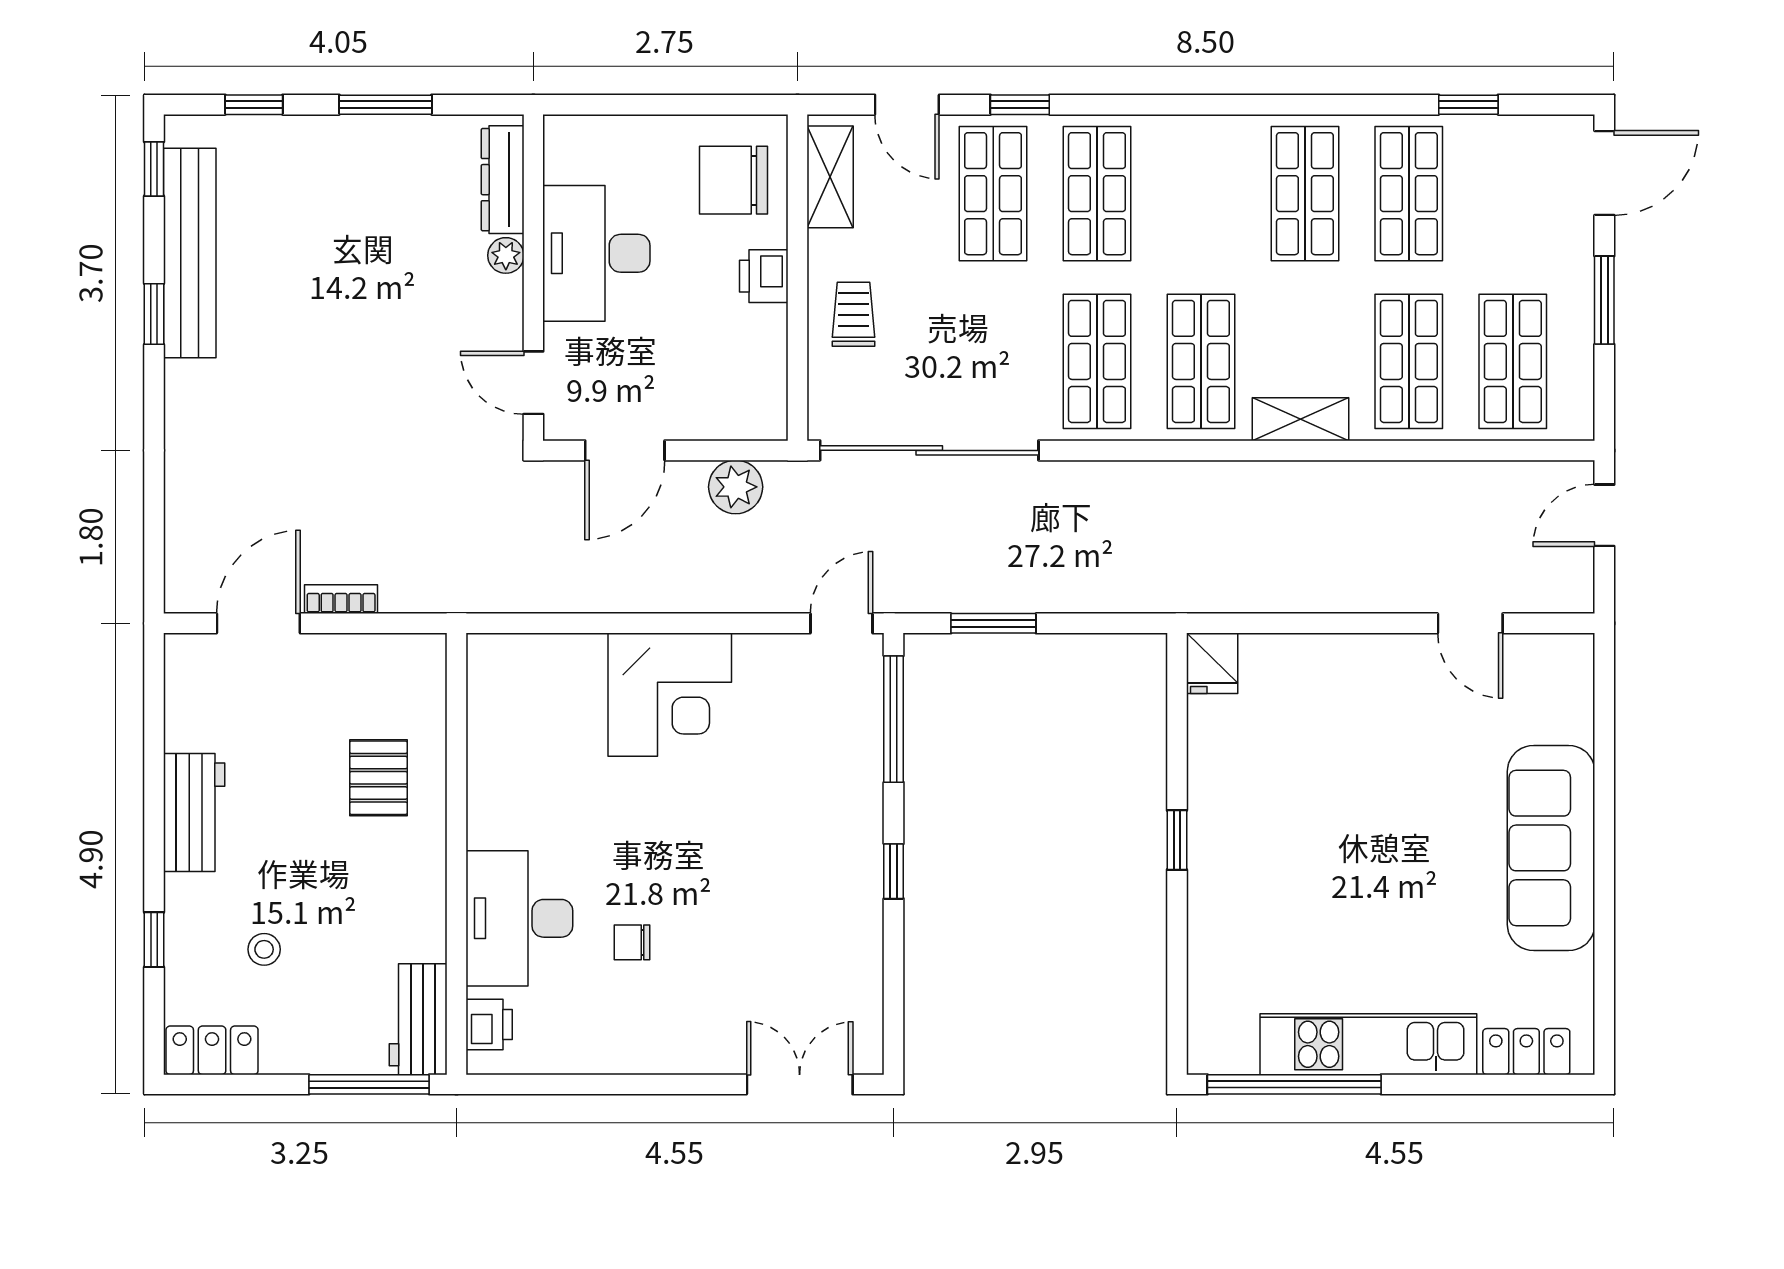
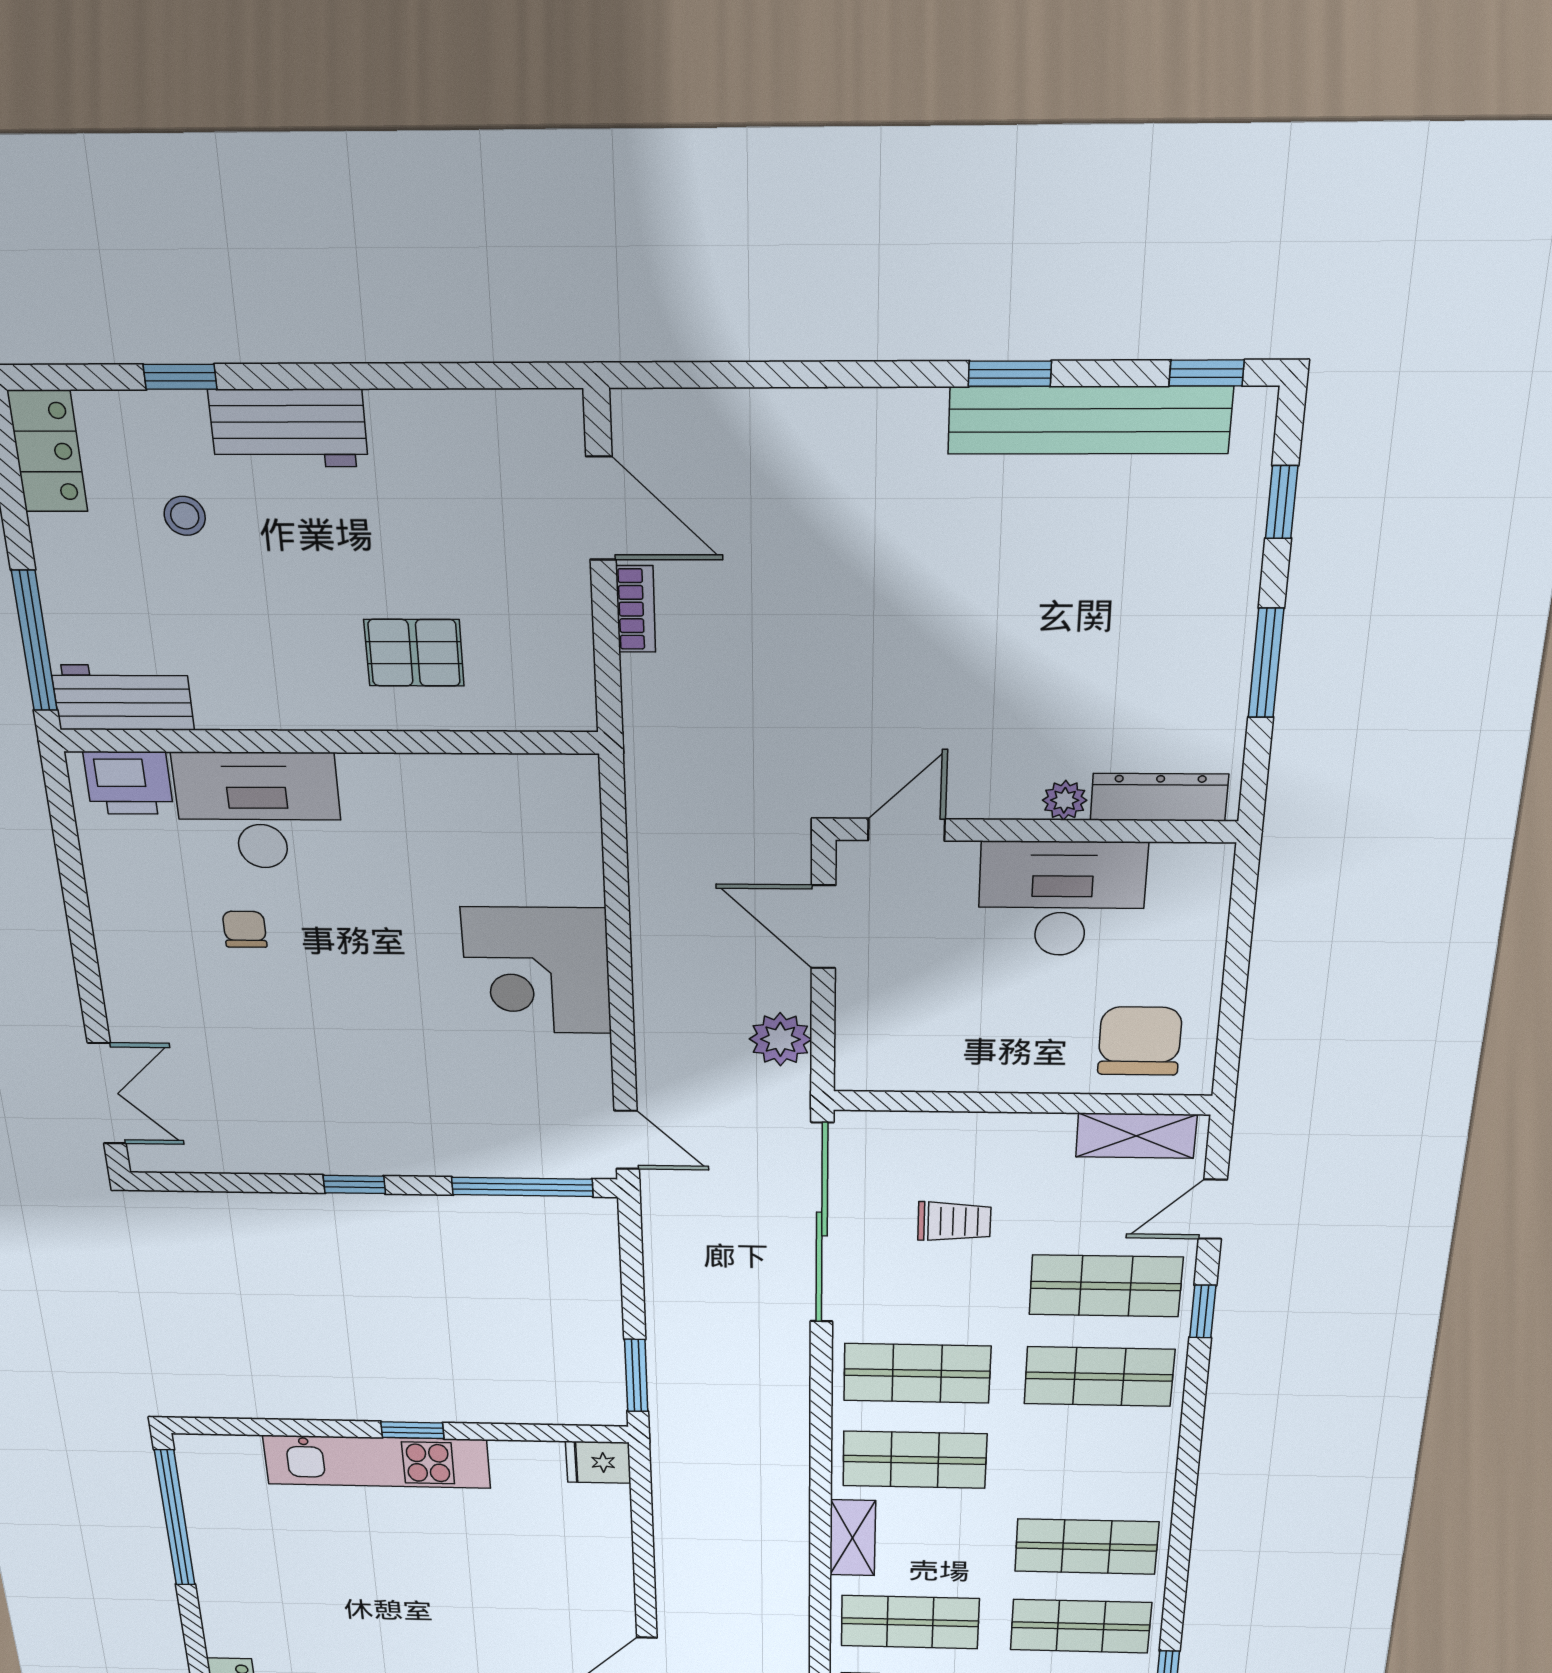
printer: (764, 276) -> (1025, 1070), removed
trolley: (854, 314) -> (954, 1221), moved
window: (993, 623) -> (636, 1376), moved
workbench: (194, 812) -> (288, 428), moved
printer: (489, 1024) -> (129, 783), width x1.36, depth x1.24
kitchen unit: (1368, 1044) -> (377, 1462), moved, turned 90

